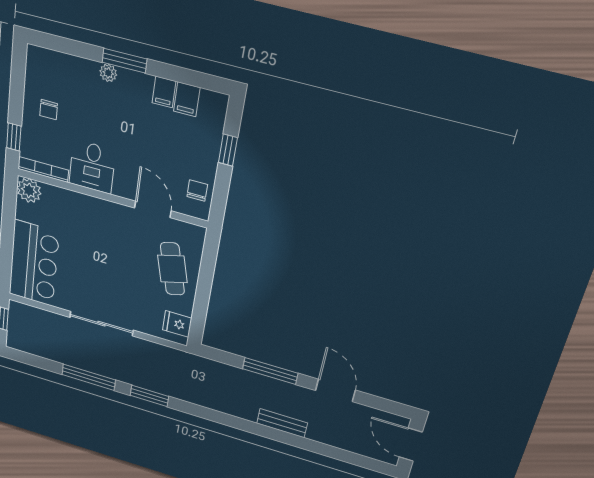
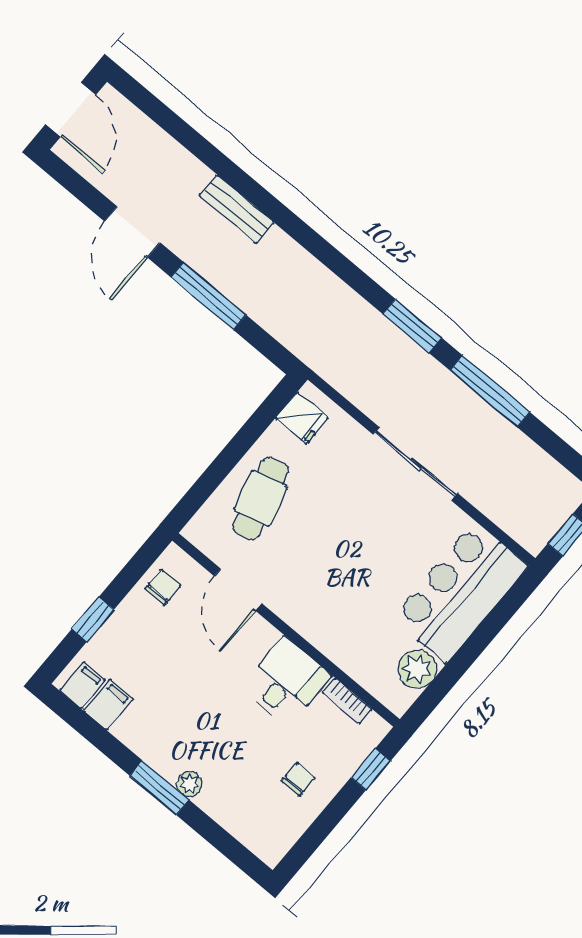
filing cabinet: (164, 92) -> (82, 685), moved
bookcase: (43, 169) -> (347, 701), width x0.64
plant: (29, 190) -> (417, 669), moved
chair: (197, 191) -> (163, 587), turned 180

